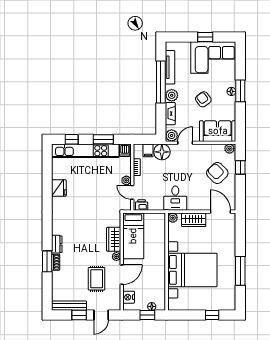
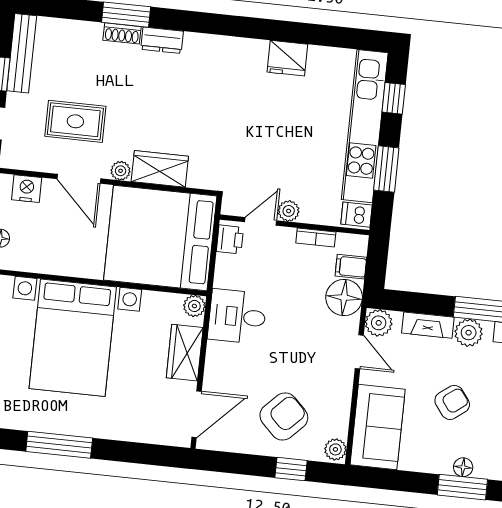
bed: (133, 236) -> (160, 238), width x2.04

